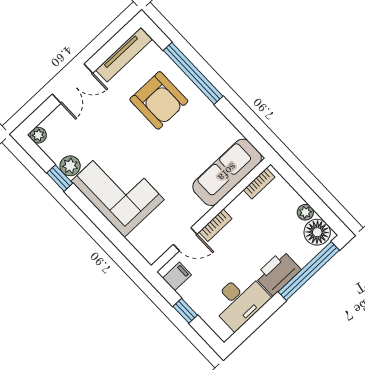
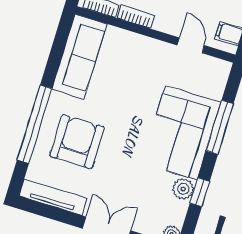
sofa: (227, 172) -> (79, 57), moved, turned -90
window: (104, 225) -> (220, 127), added
bookcase: (215, 225) -> (136, 17), moved

